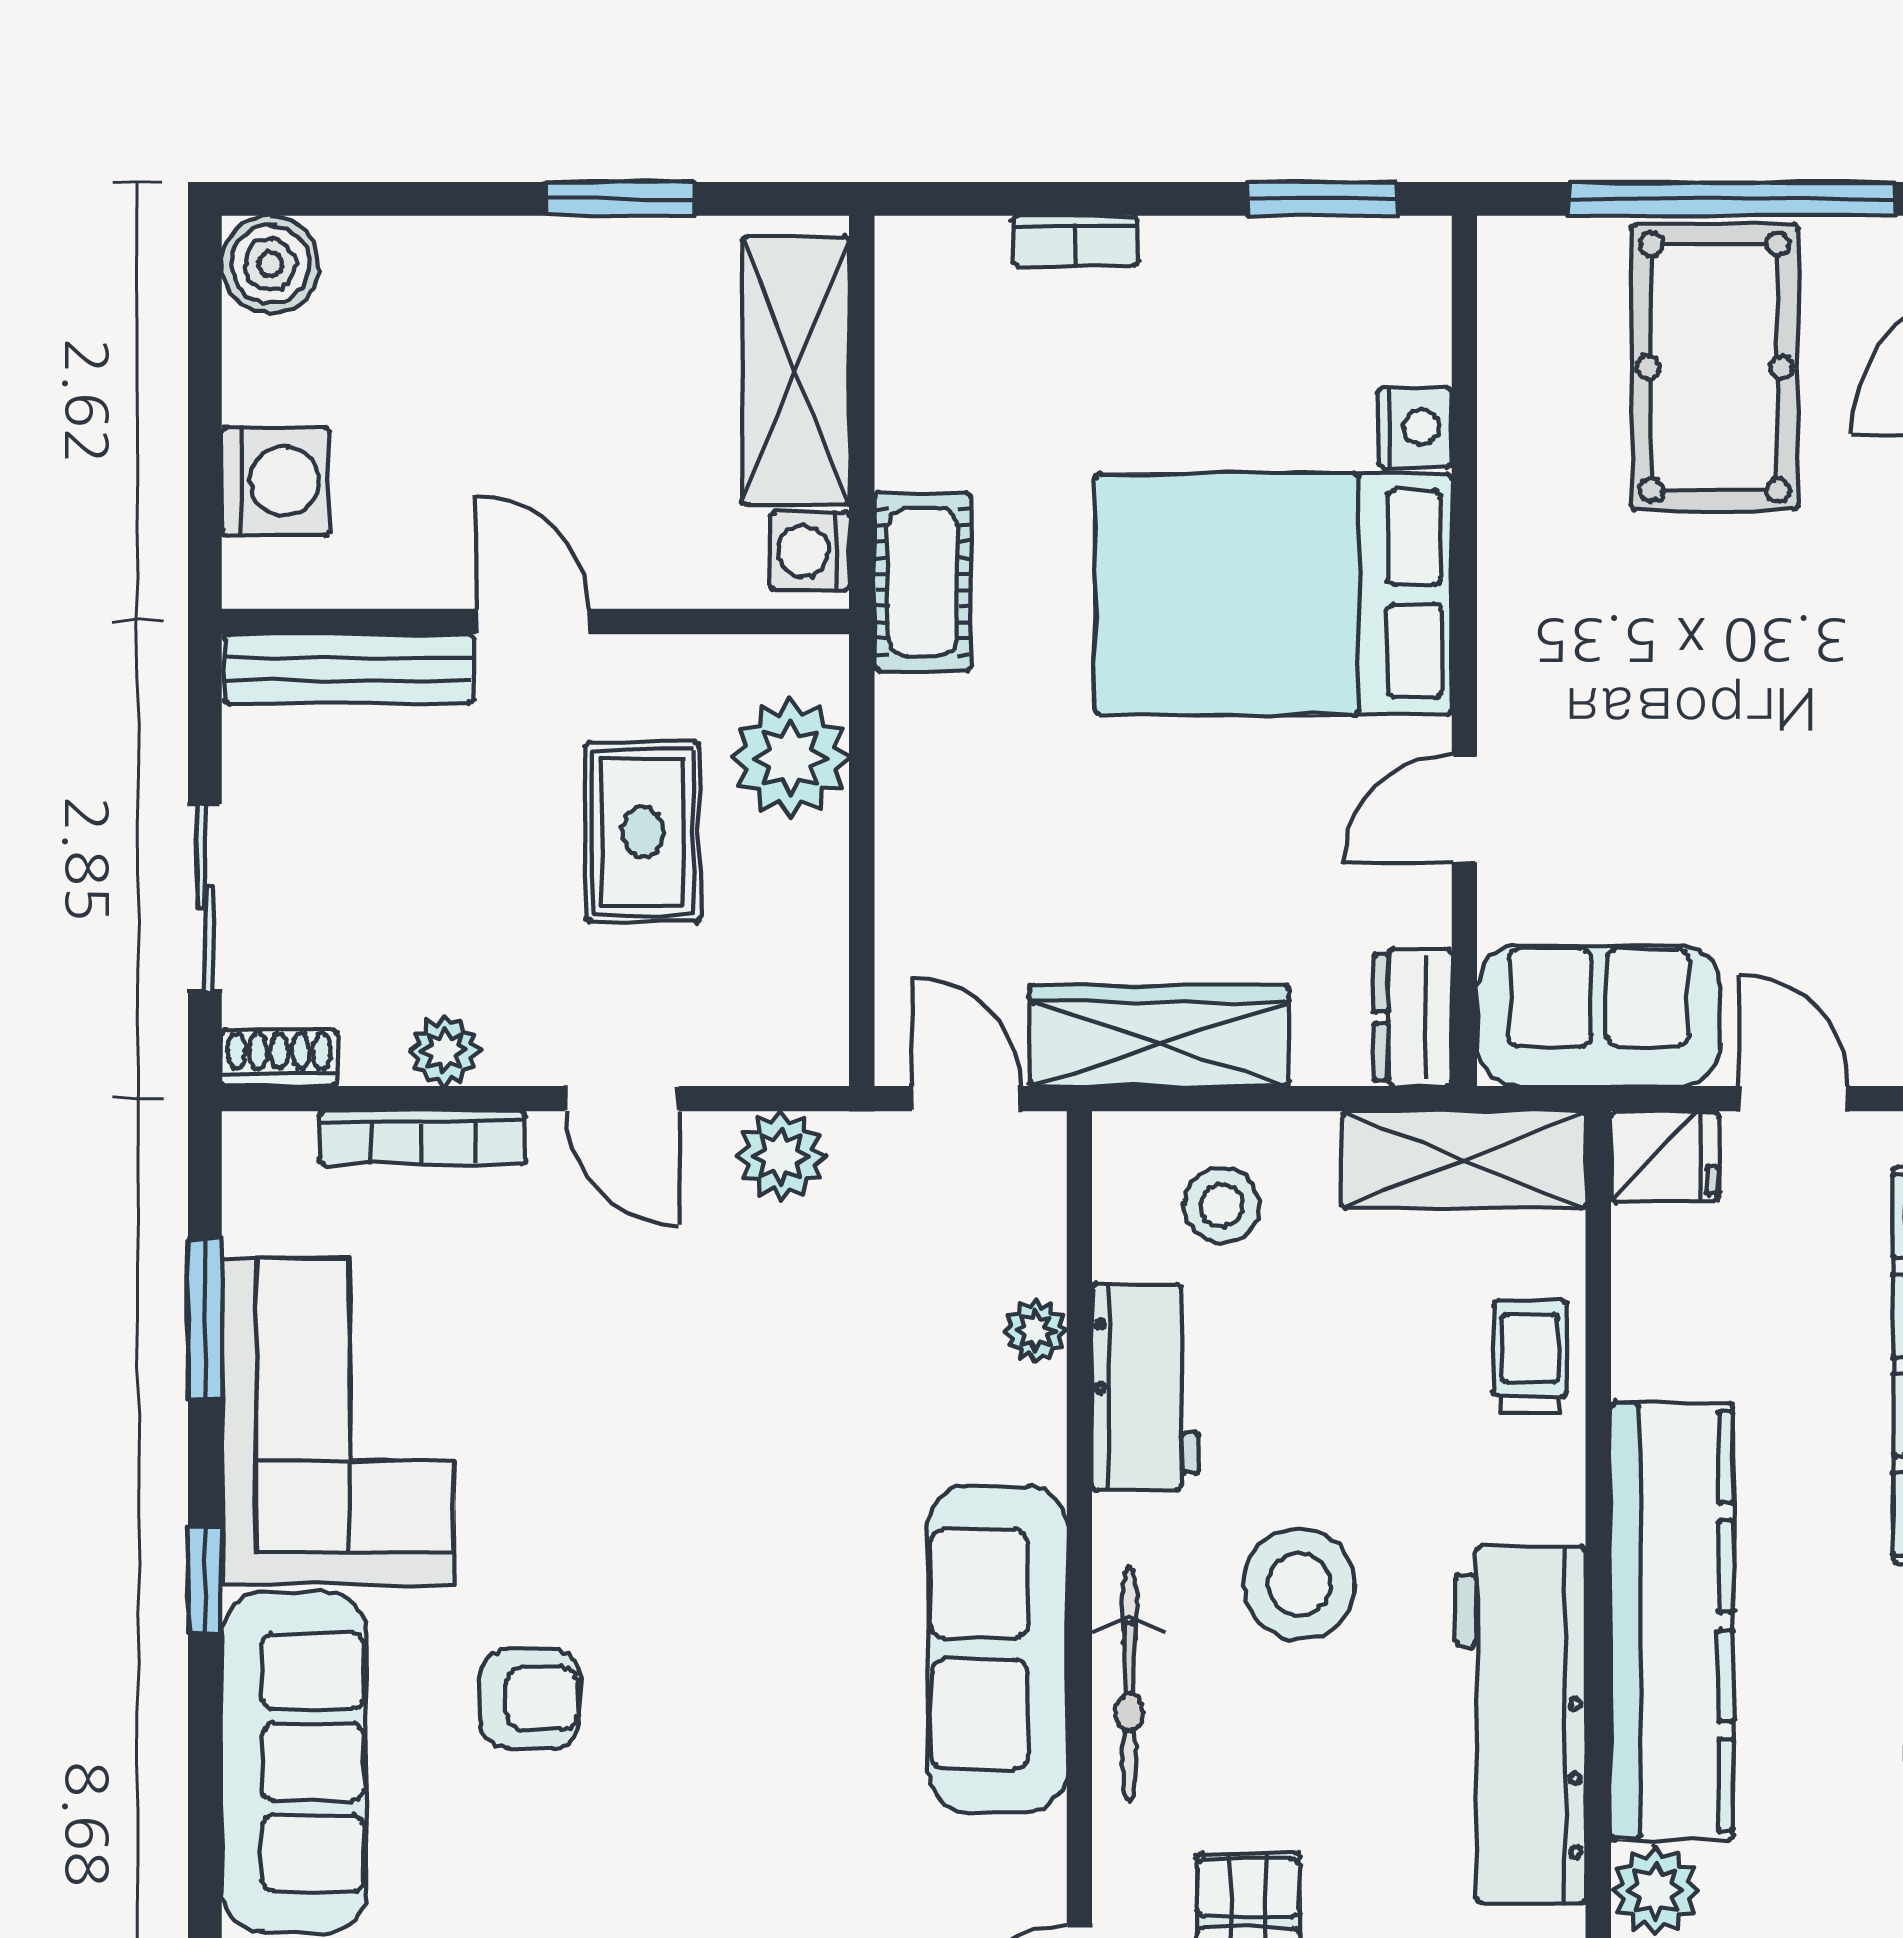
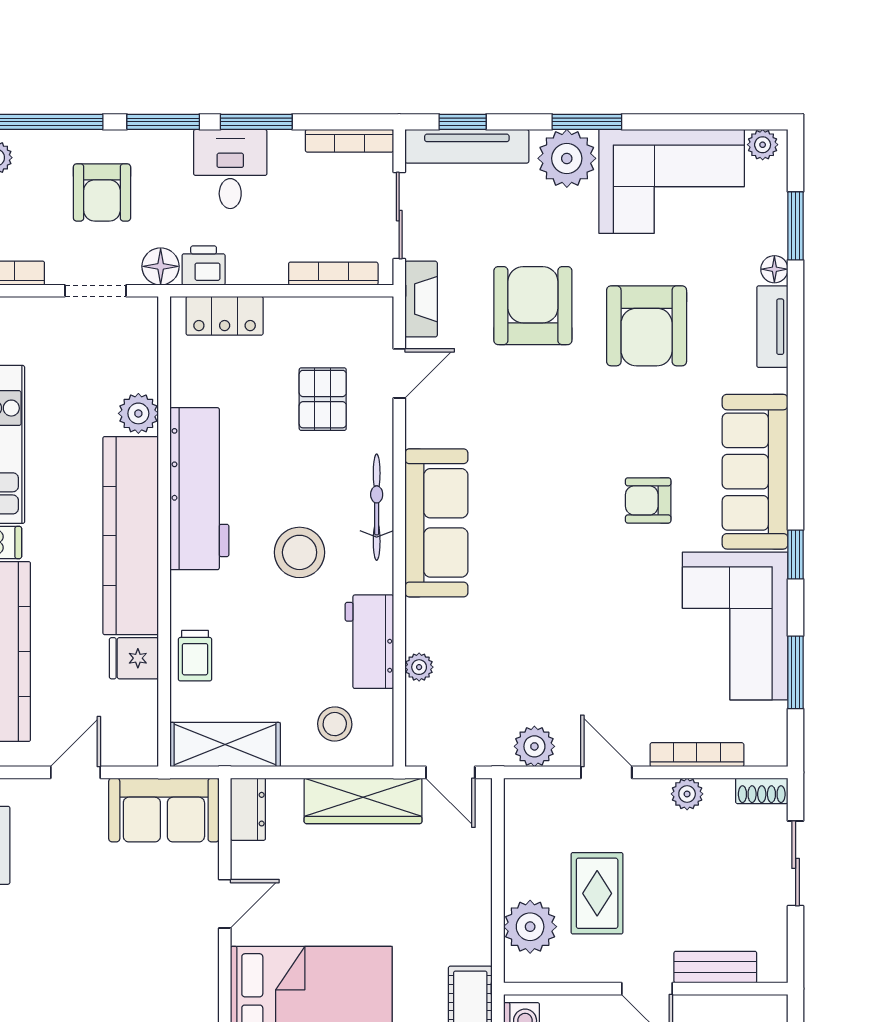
bench: (349, 669) -> (715, 967), width x0.73
door: (1794, 1099) -> (75, 772), swing flipped
fridge: (1665, 1156) -> (134, 658), moved

